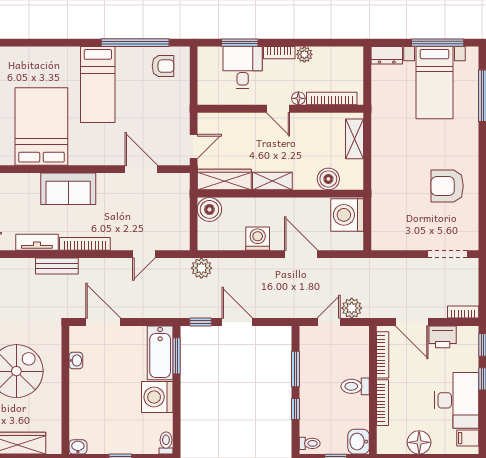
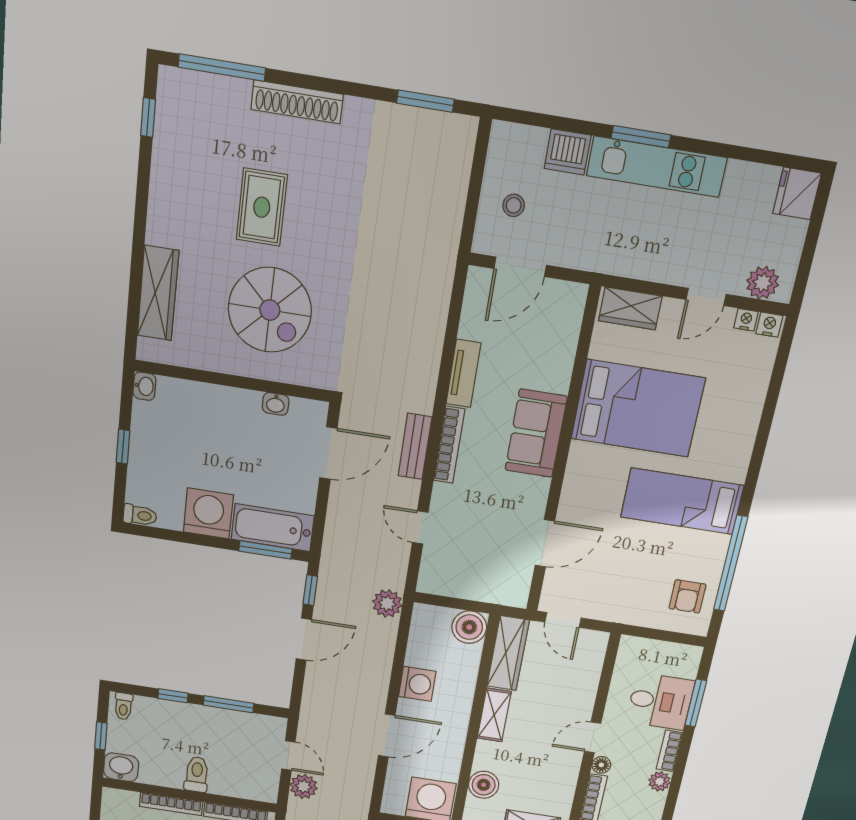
bench: (57, 266) -> (415, 446), moved

